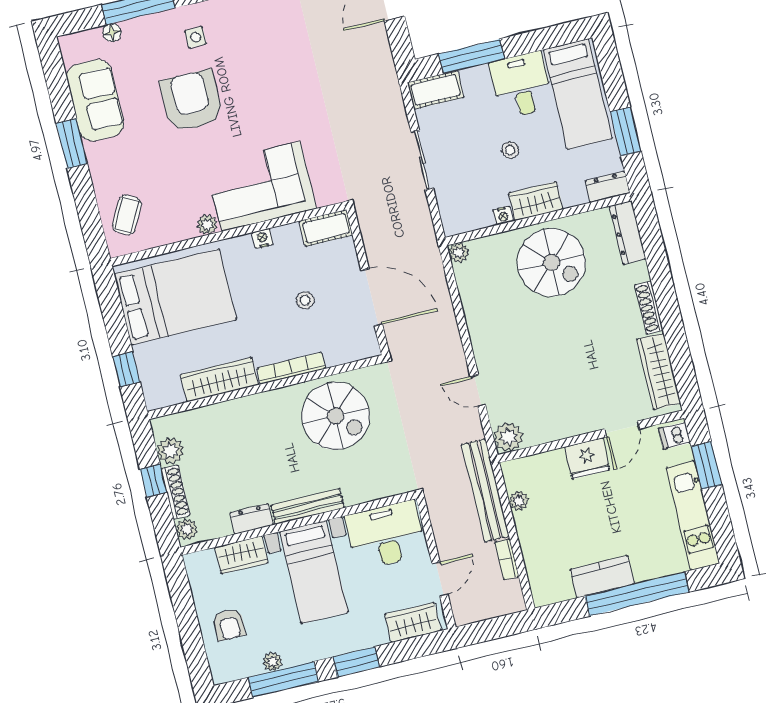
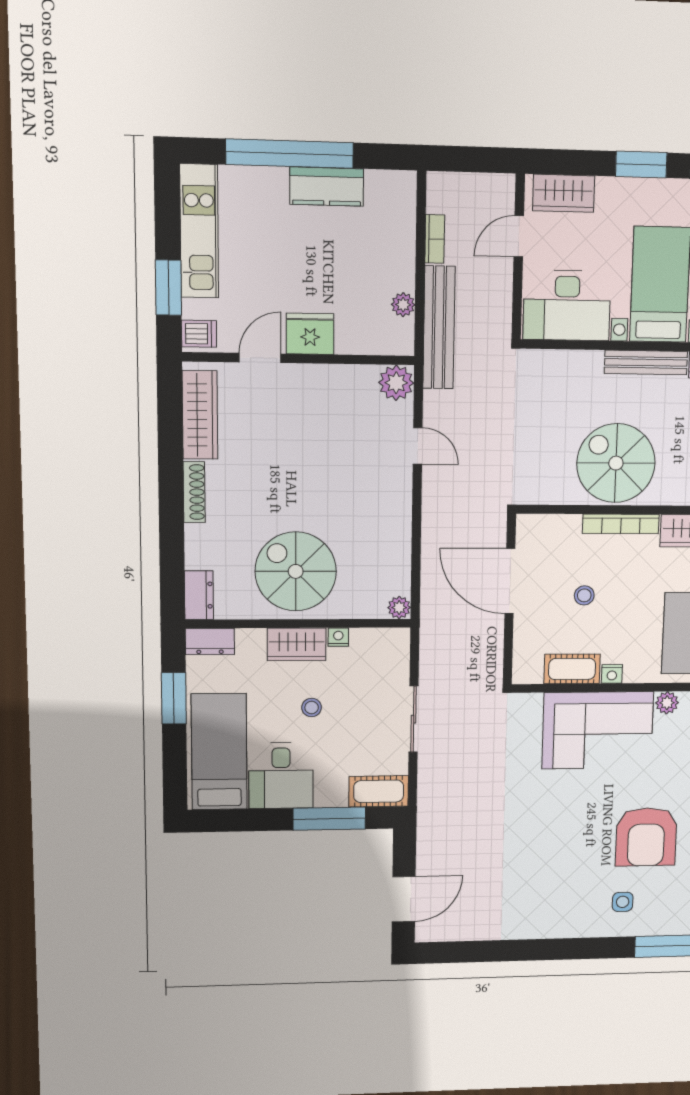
cot: (326, 228) -> (572, 669), moved
dresser: (628, 233) -> (199, 595), width x0.70
spiral stairs: (335, 416) -> (616, 463), moved

